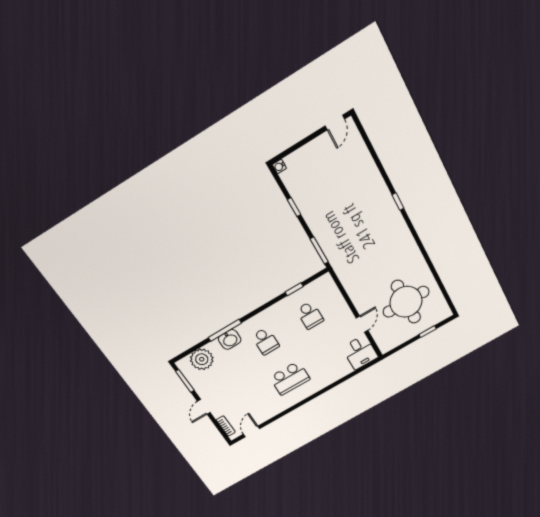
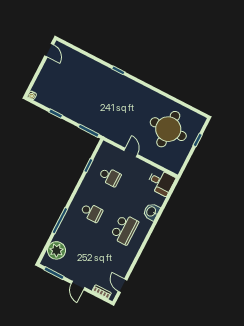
door: (362, 324) -> (131, 152), moved
washbasin: (230, 339) -> (151, 212), moved, turned 180

